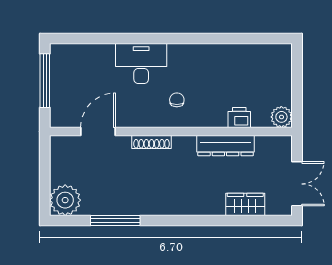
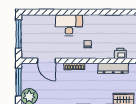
door: (98, 131) -> (46, 61), swing flipped
window: (45, 172) -> (19, 82), added

